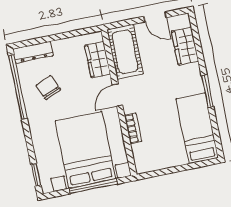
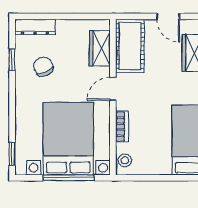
window: (18, 87) -> (12, 59), width x0.32
stool: (142, 159) -> (125, 160), added

